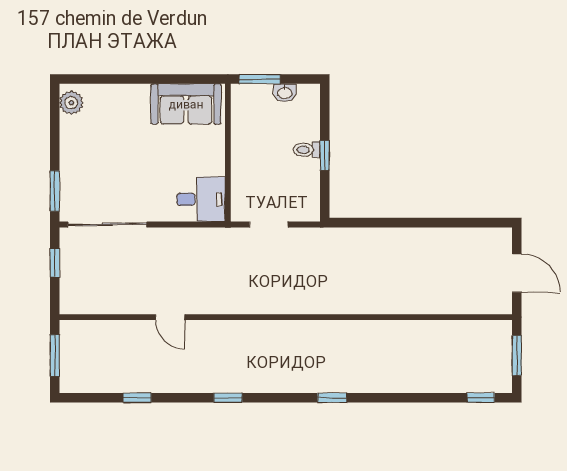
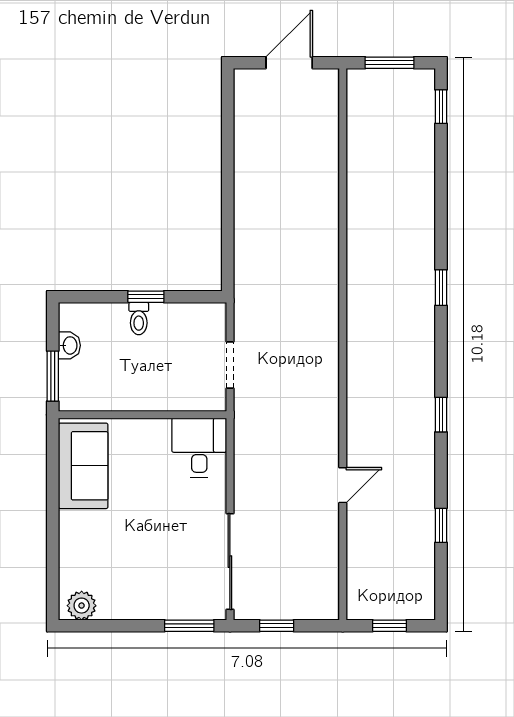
window: (55, 356) -> (390, 626), width x0.67

